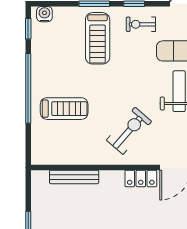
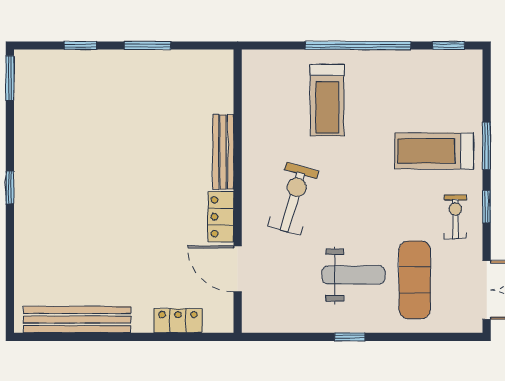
water cooler: (44, 14) -> (471, 70), removed
exercise bike: (129, 131) -> (293, 199), turned -115
bench: (74, 177) -> (223, 152), moved

